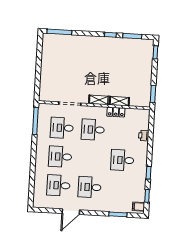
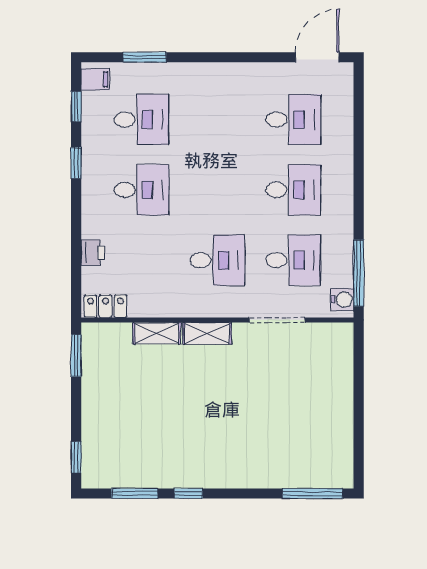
water cooler: (43, 111) -> (342, 300), added
locker: (116, 112) -> (105, 306), moved
desk: (90, 187) -> (142, 119), moved
door: (71, 212) -> (317, 57), moved

